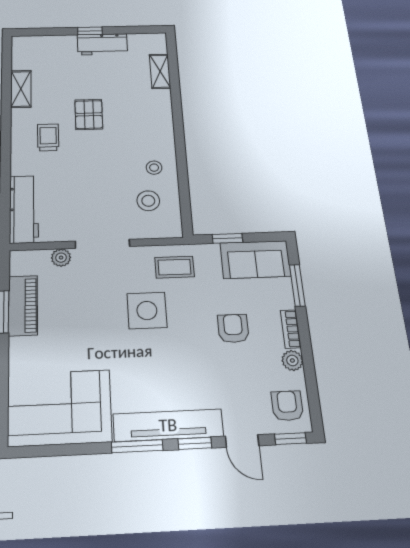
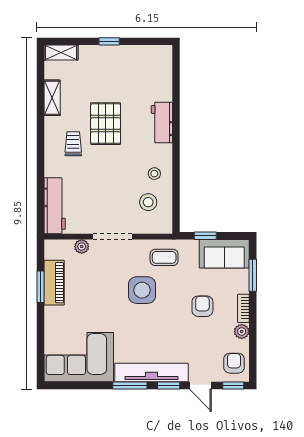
workbench: (102, 44) -> (162, 122), moved, turned 90
shelving: (160, 71) -> (61, 53), moved, turned 90
pallet: (89, 114) -> (106, 124), width x1.50, depth x1.42

